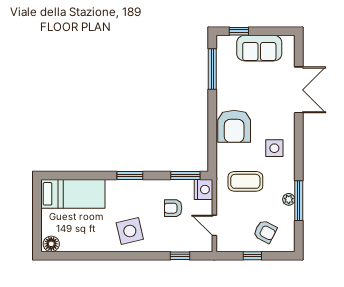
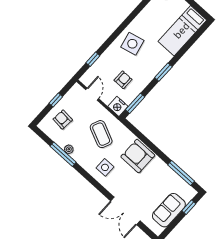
coffee table: (245, 181) -> (101, 134), turned -66
door: (214, 225) -> (92, 94), hinge flipped
armchair: (265, 232) -> (63, 120), turned 68

